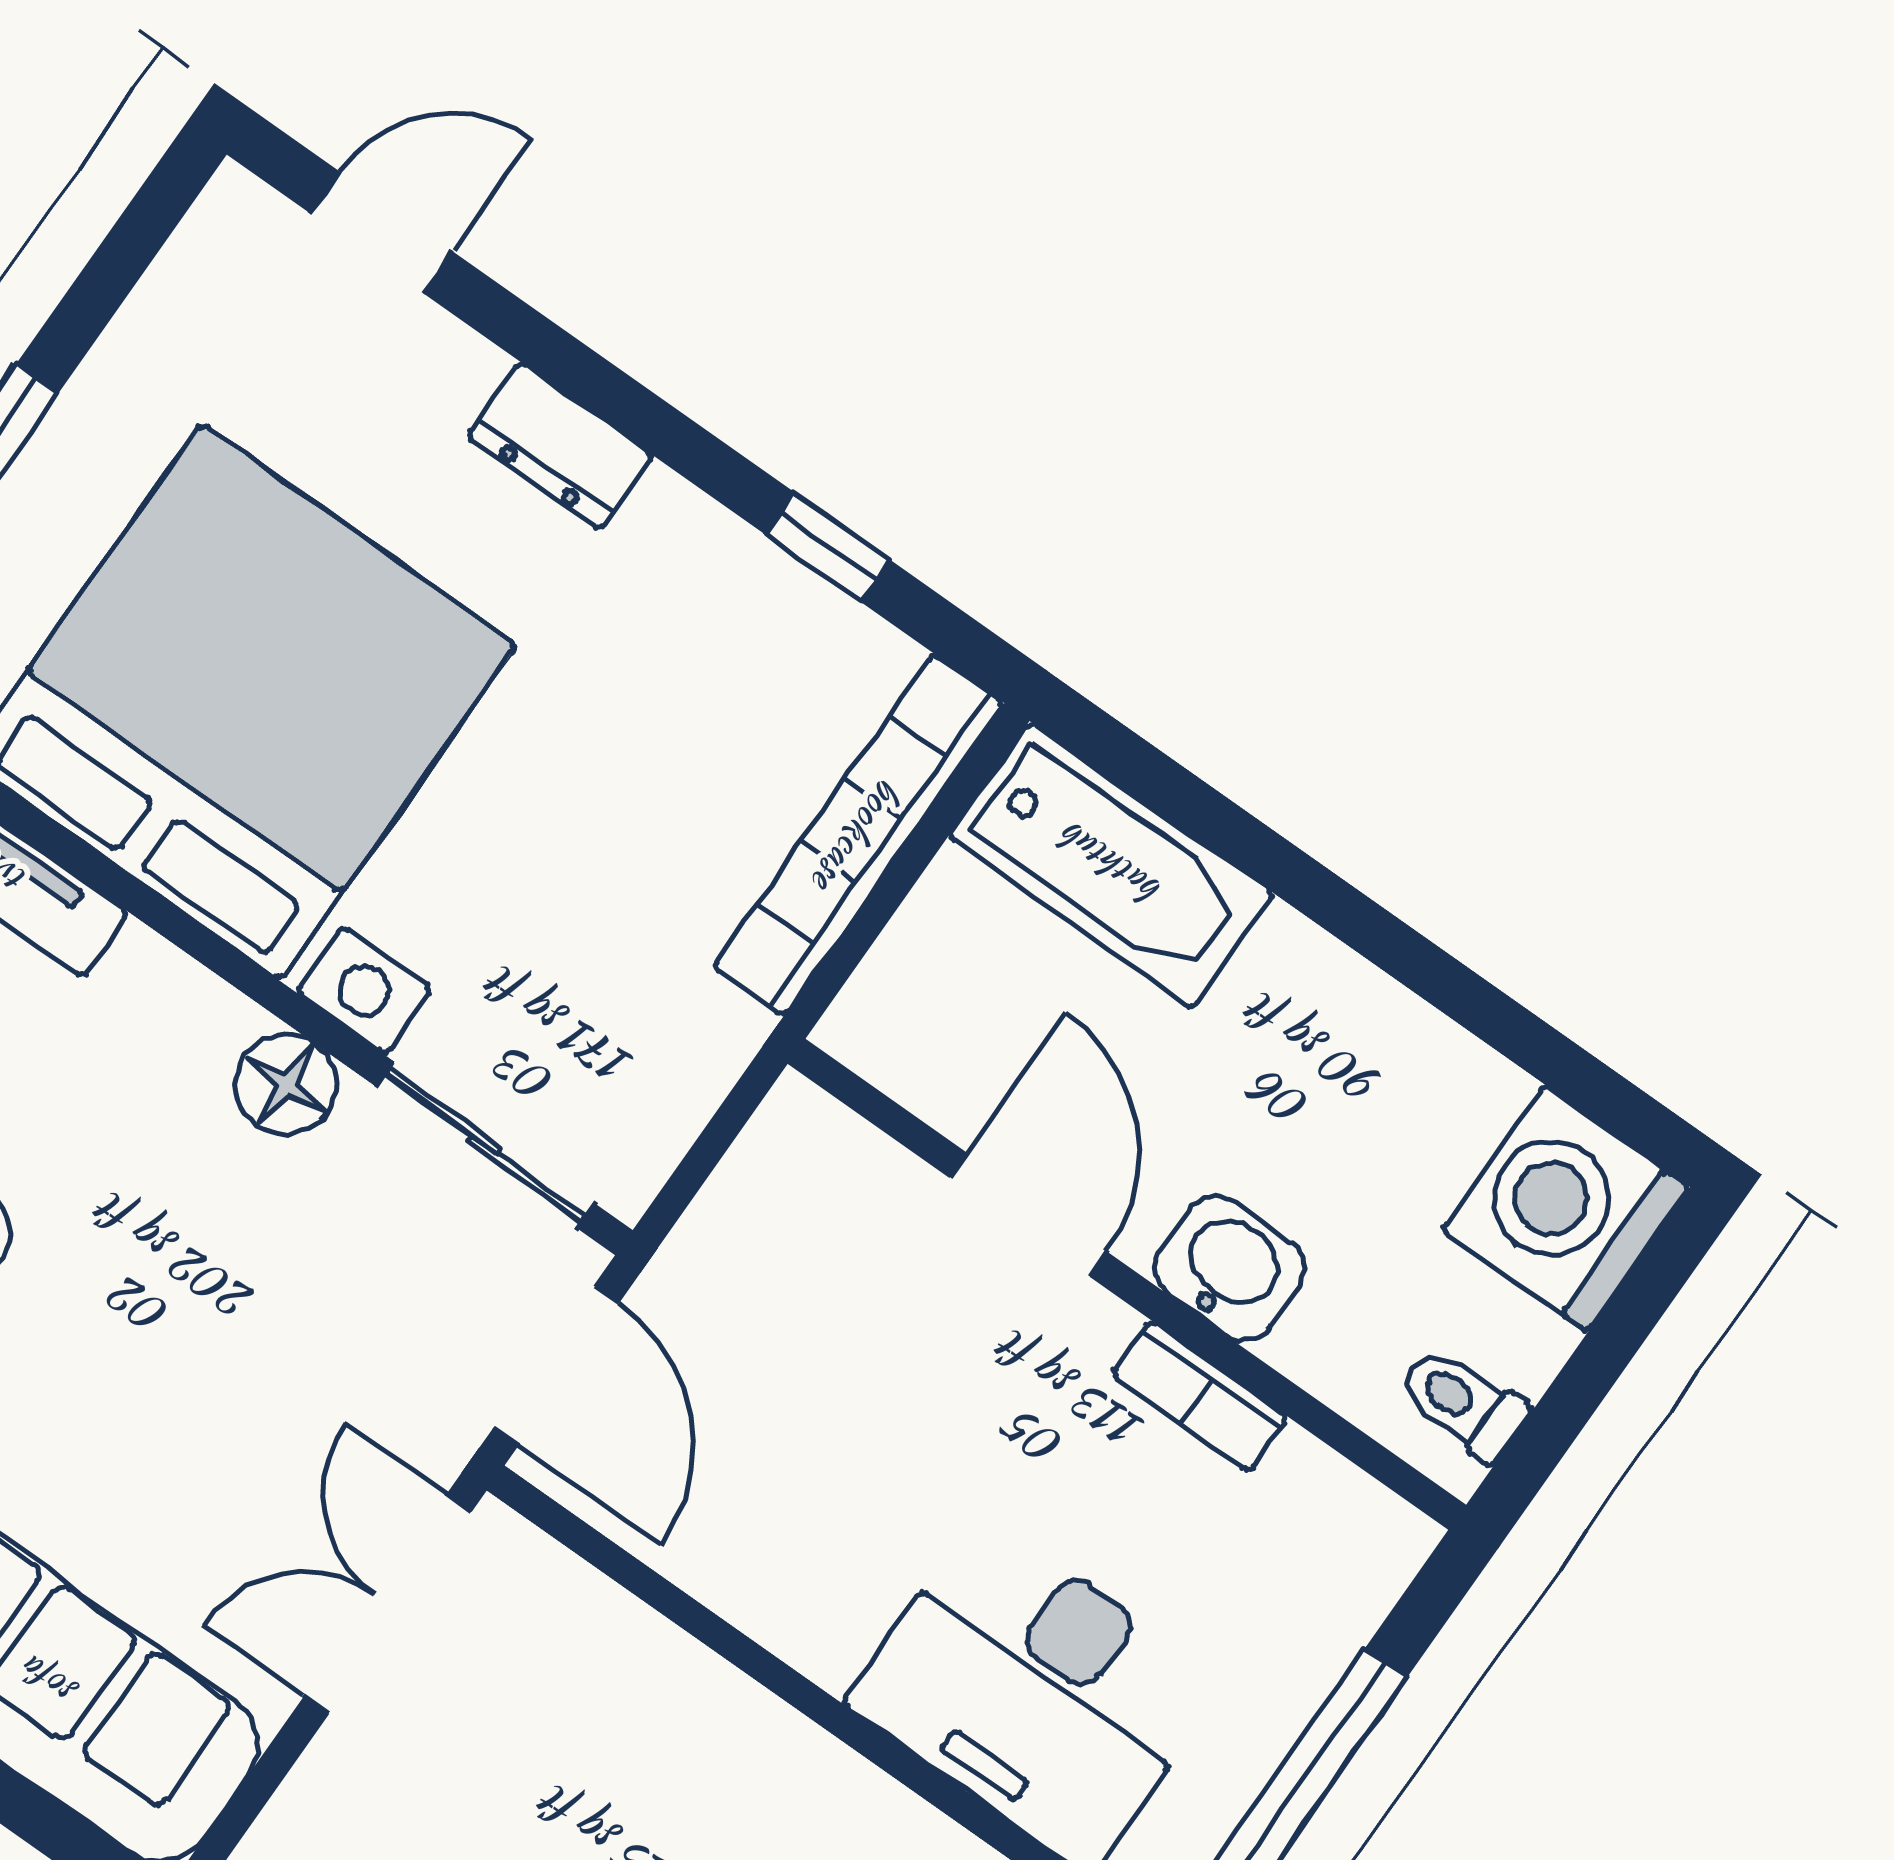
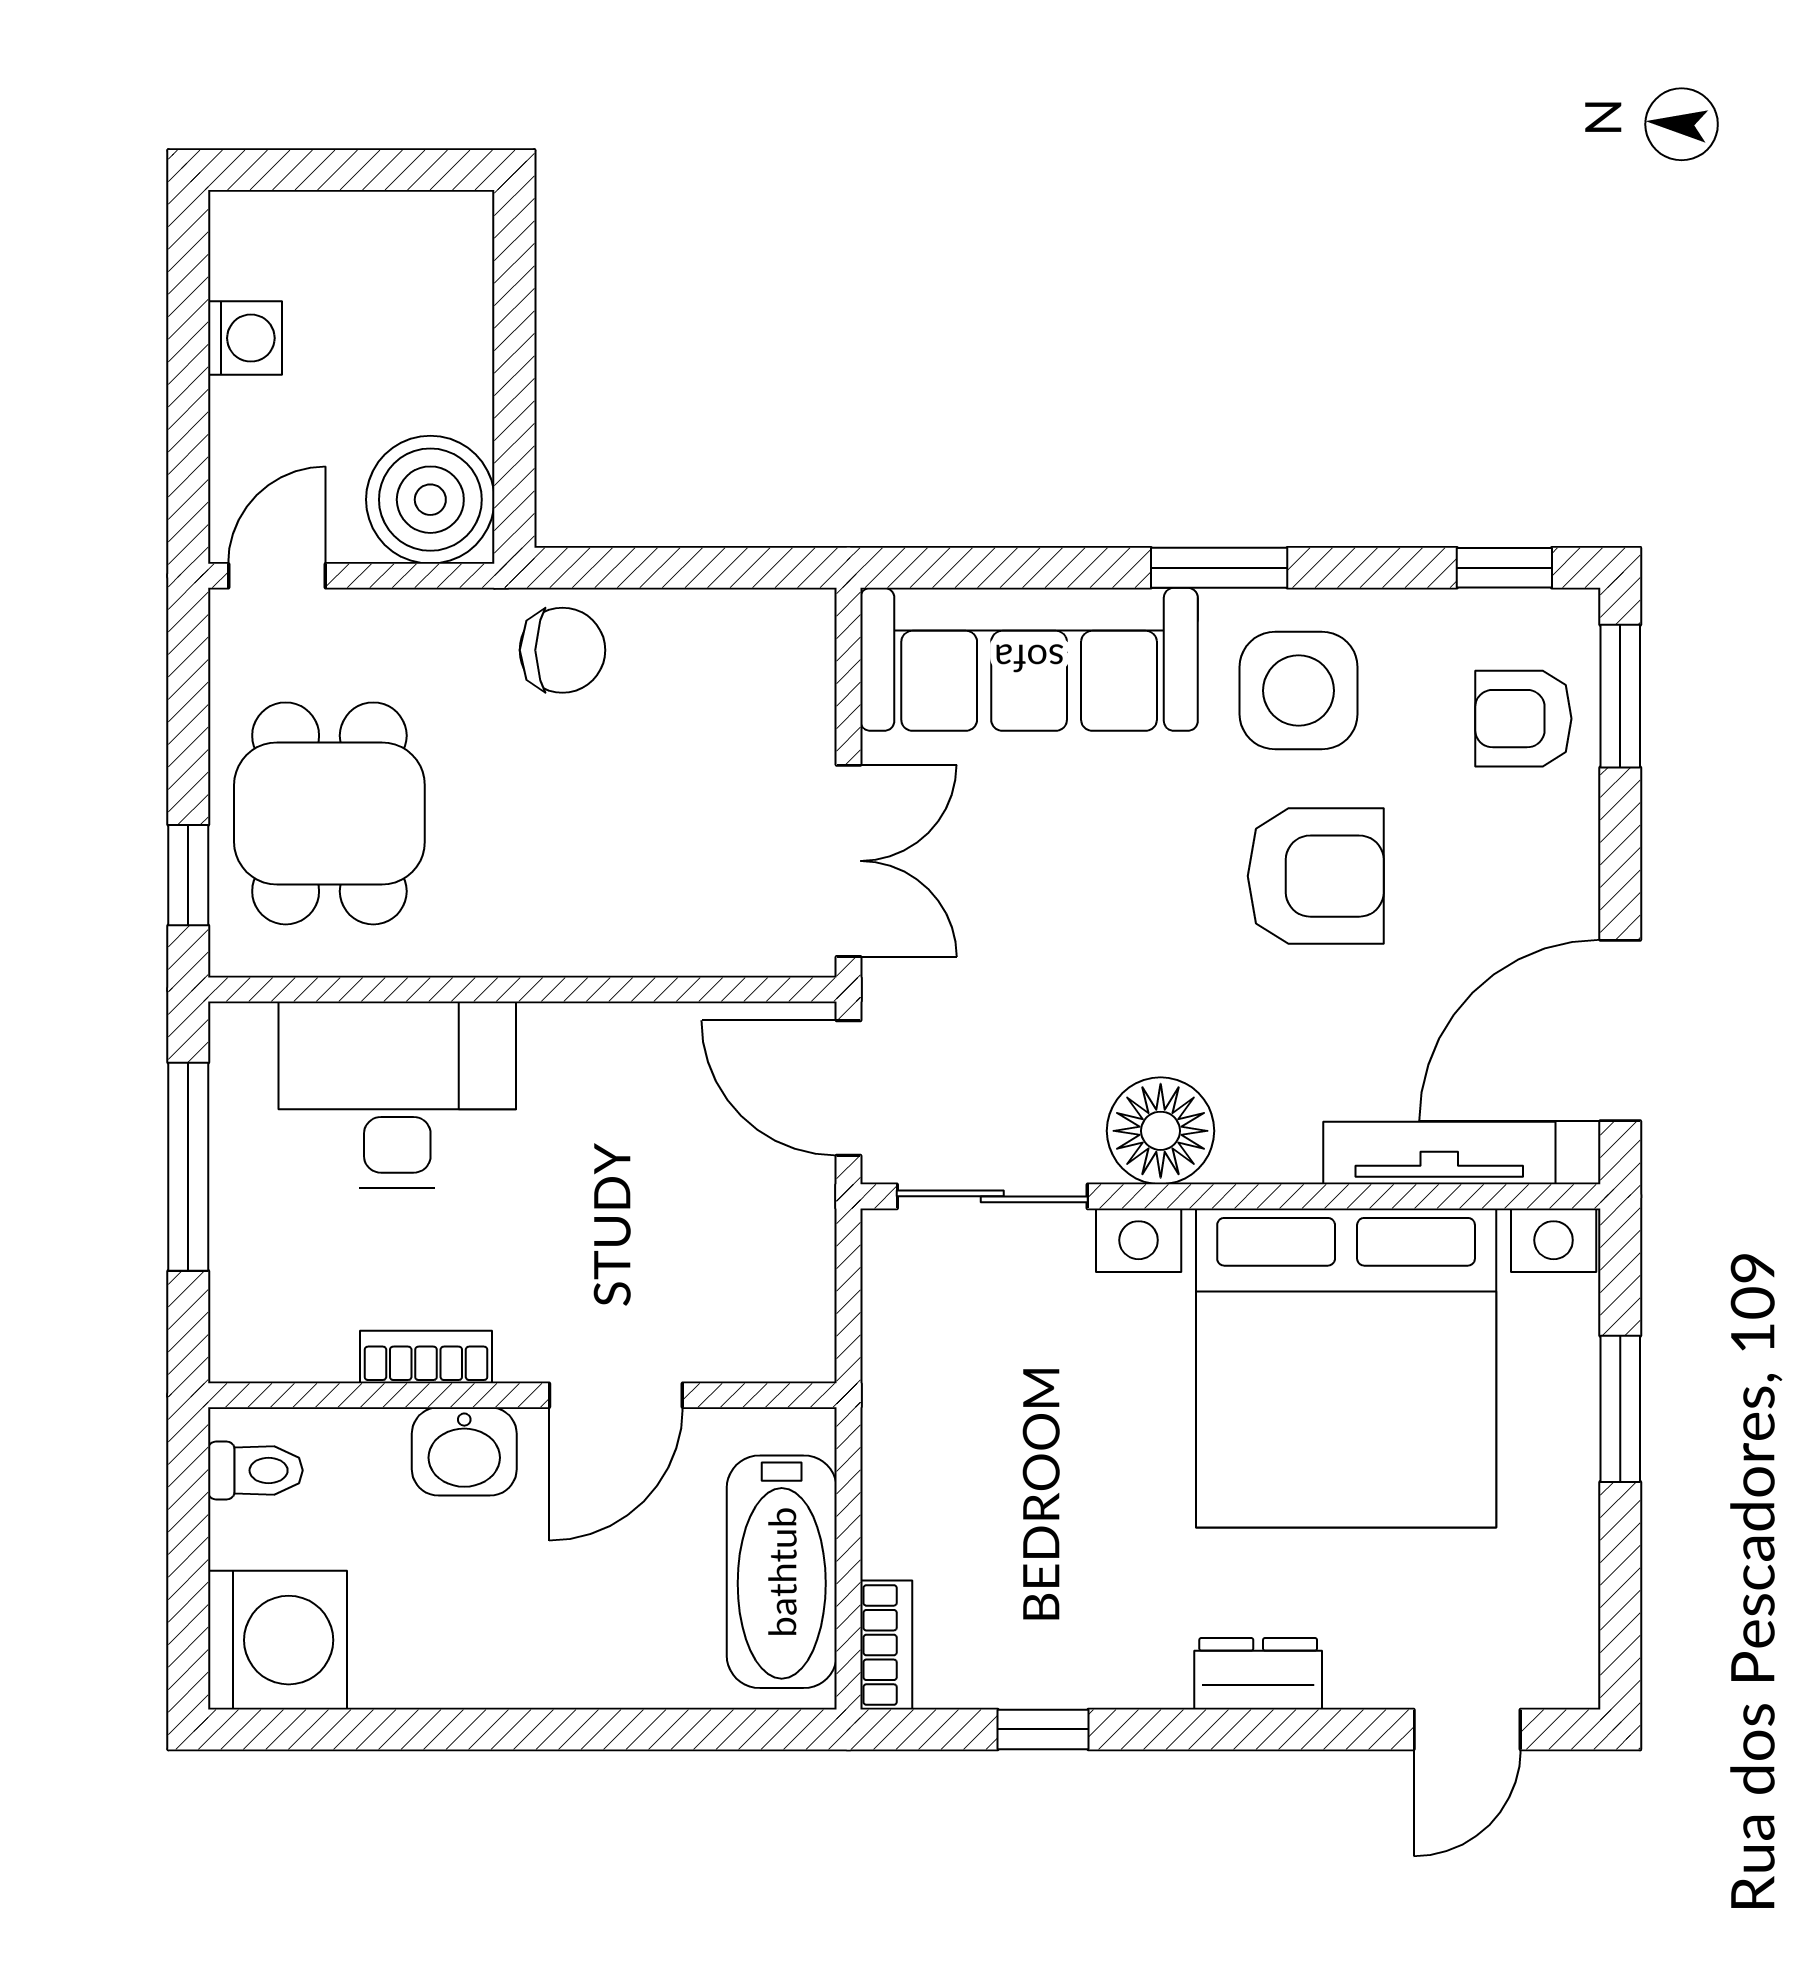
bookcase: (858, 835) -> (886, 1645), width x0.43, depth x0.76
bathtub: (1111, 865) -> (782, 1572), moved, turned -90
floor lamp: (286, 1085) -> (1161, 1131), width x1.38, depth x1.38
door: (1028, 1215) -> (616, 1395), hinge flipped

